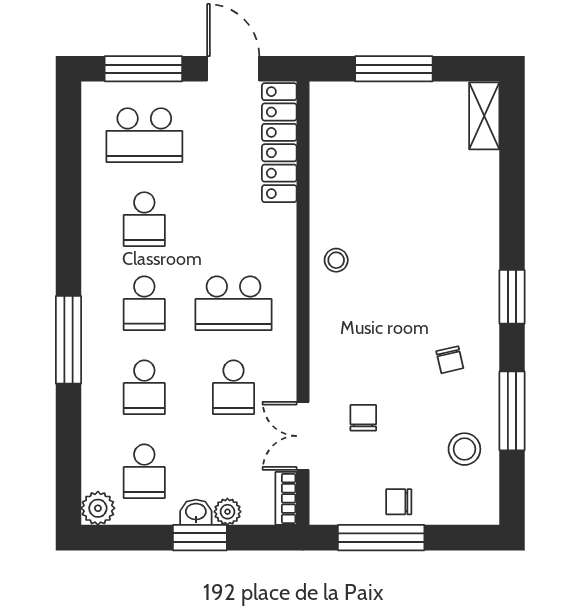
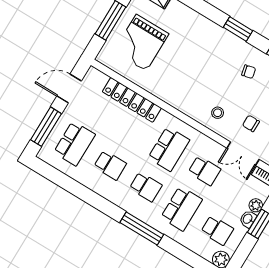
locker: (279, 143) -> (132, 100), moved
grand piano: (387, 145) -> (141, 43), added
stool: (336, 260) -> (218, 113), moved
school desk: (144, 387) -> (181, 209), width x1.85

